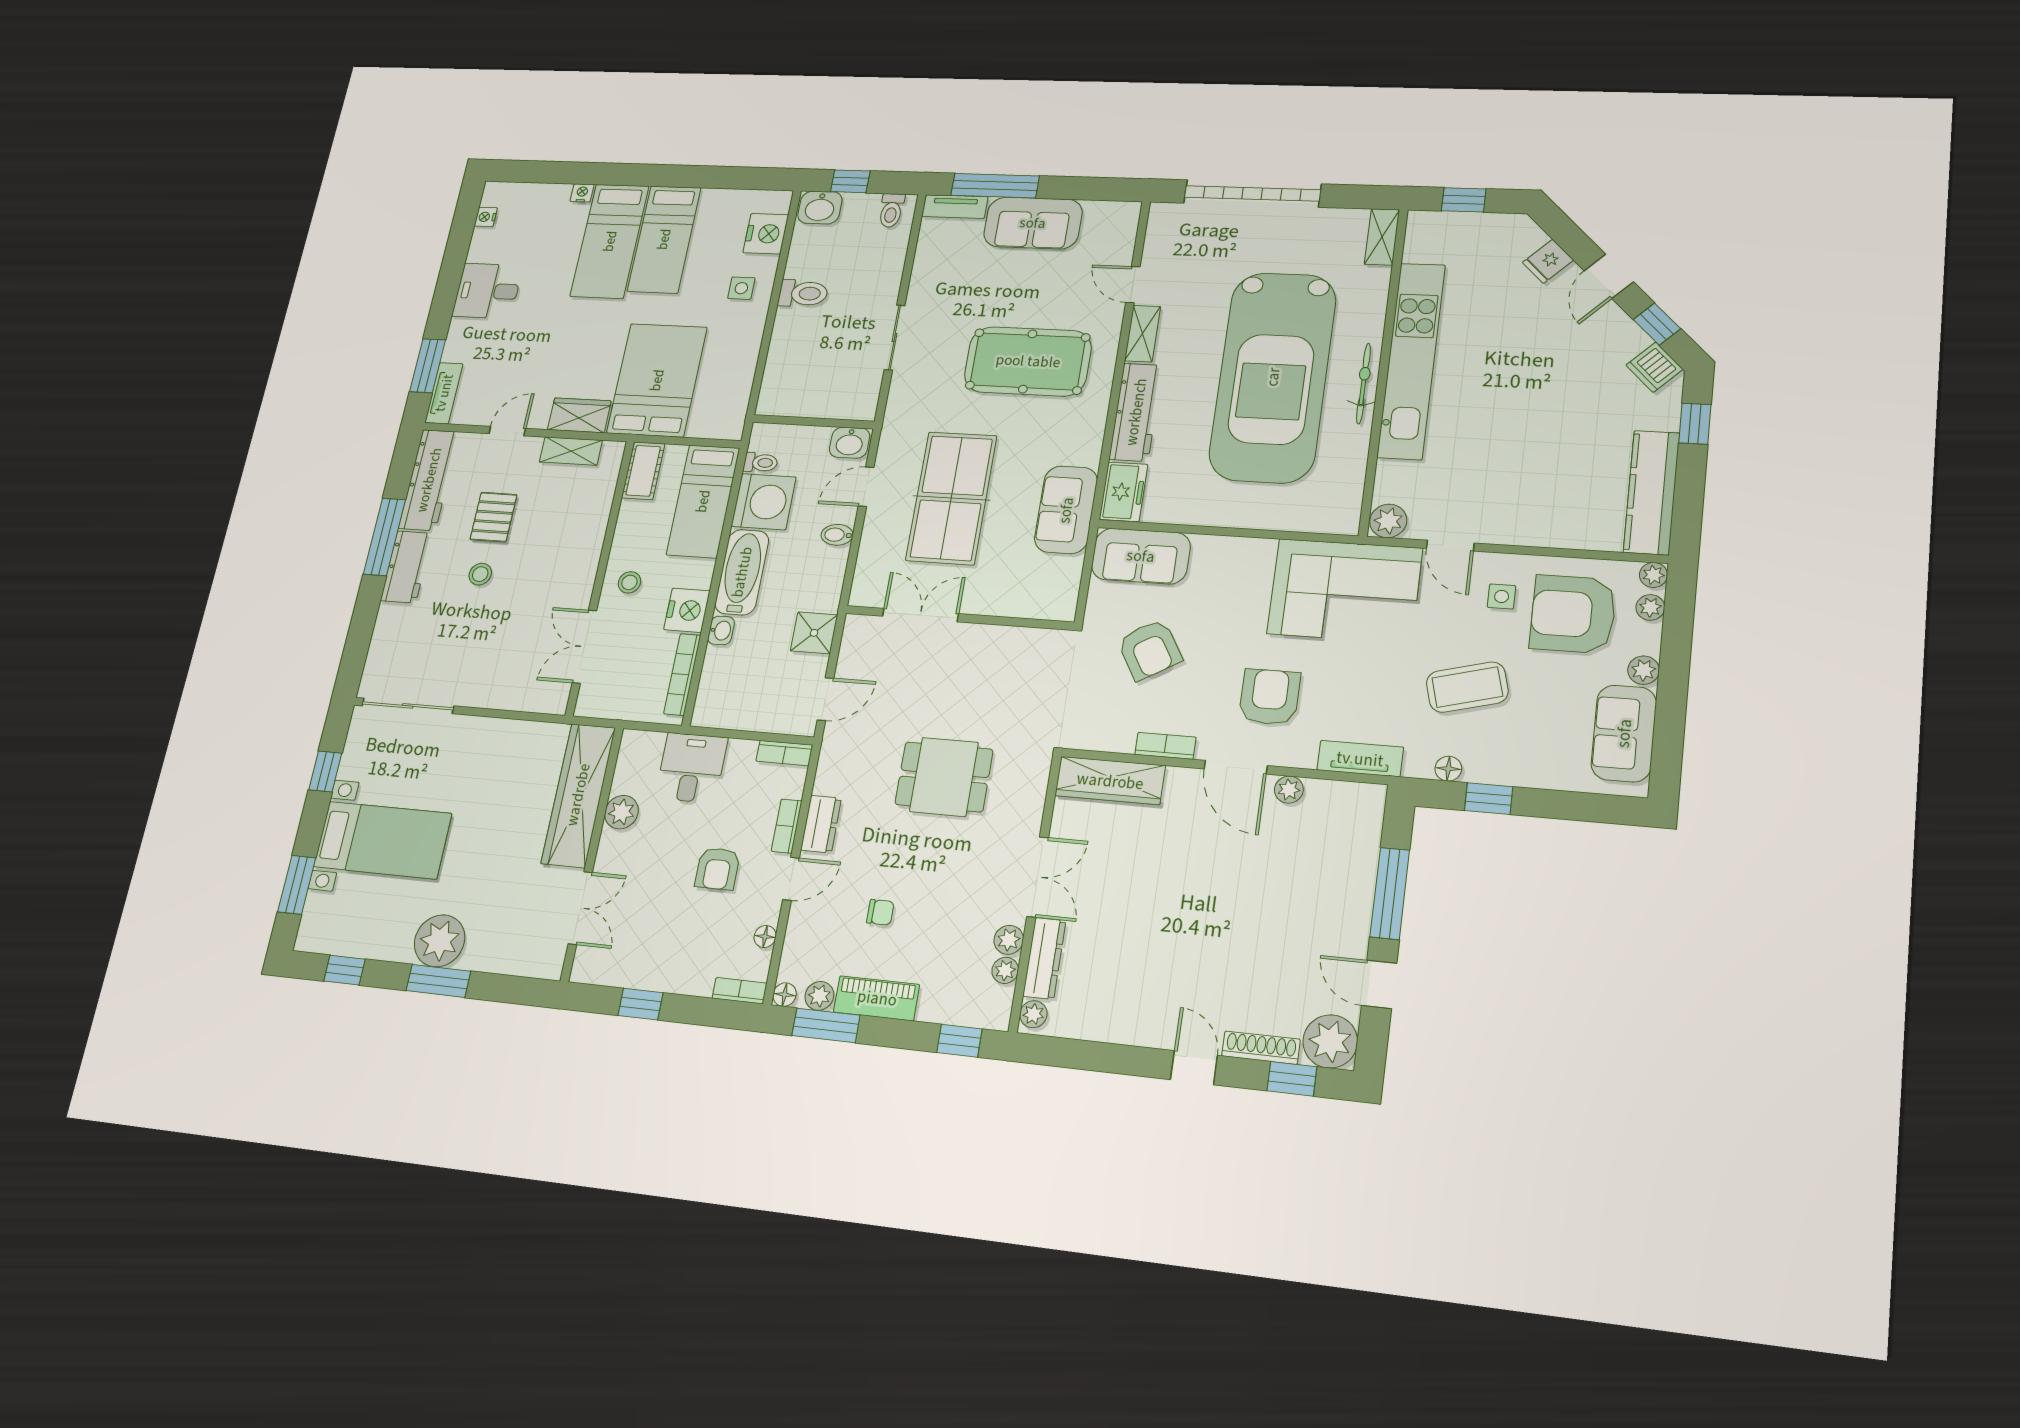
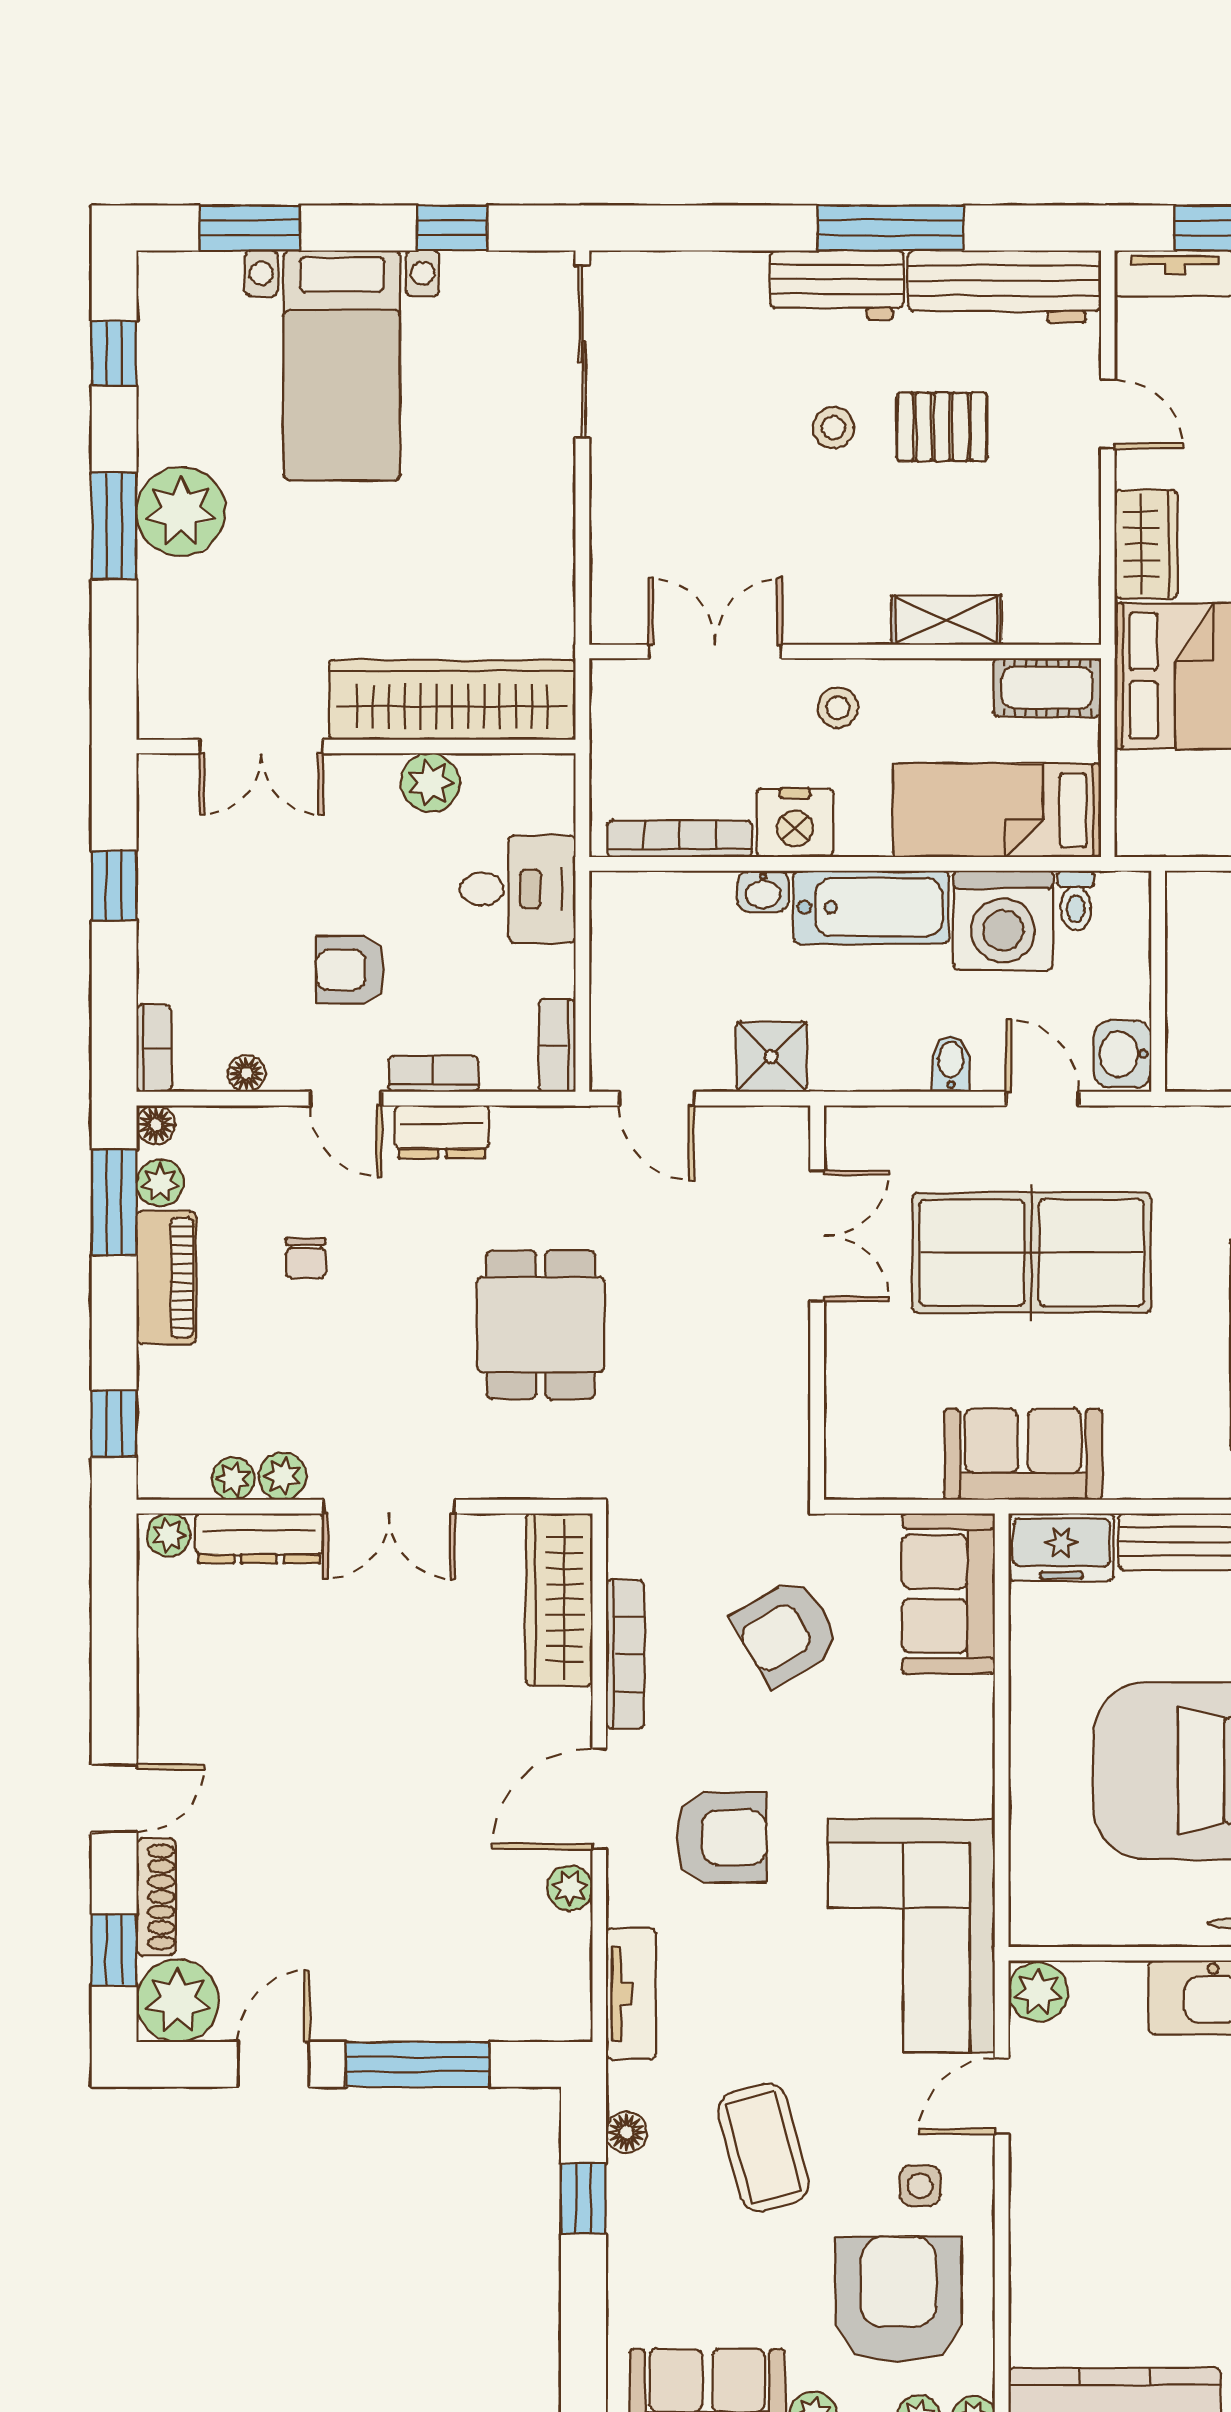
shelving: (571, 451) -> (946, 620), moved, turned 90
bookcase: (1165, 746) -> (625, 1654), width x1.56

